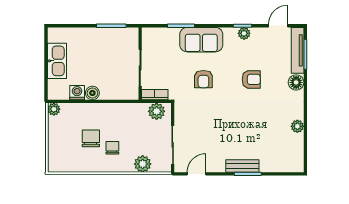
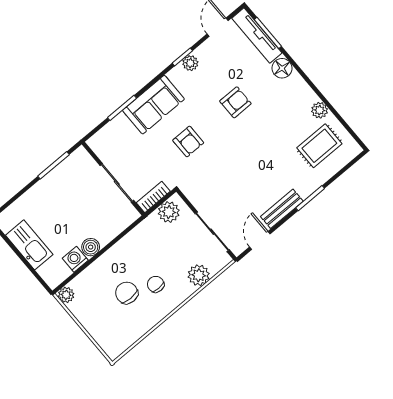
rug: (279, 147) -> (319, 146), added
bench: (242, 166) -> (282, 209), moved

